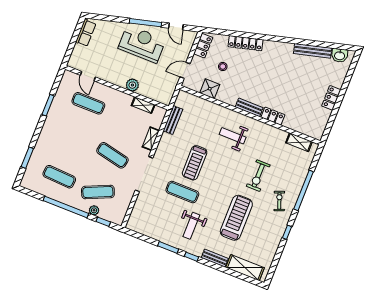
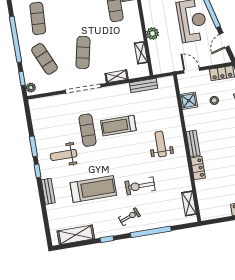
plant: (94, 210) -> (31, 88), moved
shelving: (245, 268) -> (76, 235), moved, turned 90

